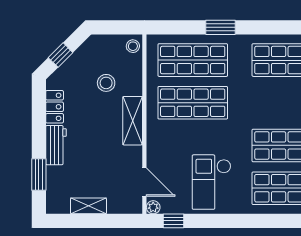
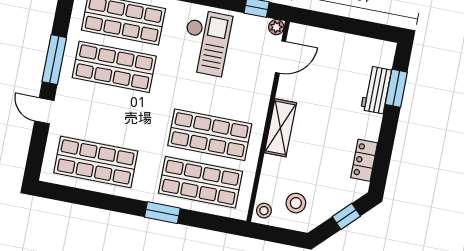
stool: (106, 83) -> (296, 203), moved
workbench: (56, 145) -> (376, 90), moved
door: (144, 182) -> (281, 57), swing flipped
shelving: (88, 206) -> (348, 43), removed

